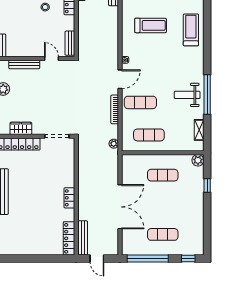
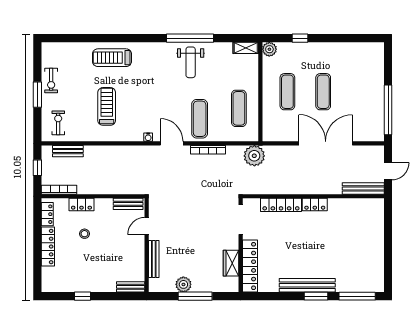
shelving: (199, 130) -> (246, 48), moved
plant: (114, 144) -> (254, 156), width x1.88, depth x1.88
exercise mat: (163, 234) -> (323, 92), moved
locker: (69, 238) -> (281, 205), moved
window: (188, 258) -> (388, 61), removed

